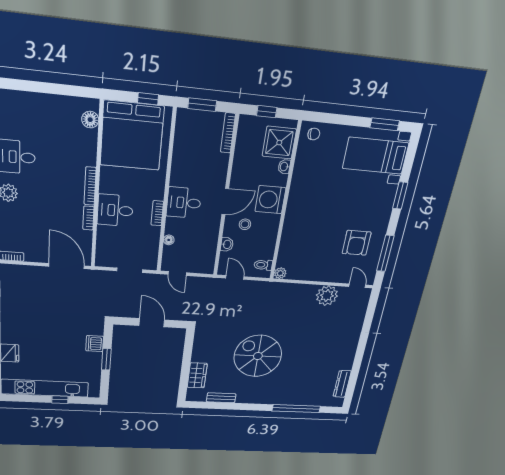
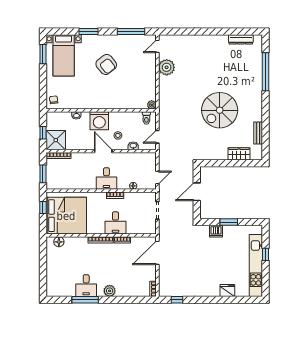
shower: (279, 143) -> (56, 140), moved
armchair: (357, 243) -> (106, 64), moved, turned 51

